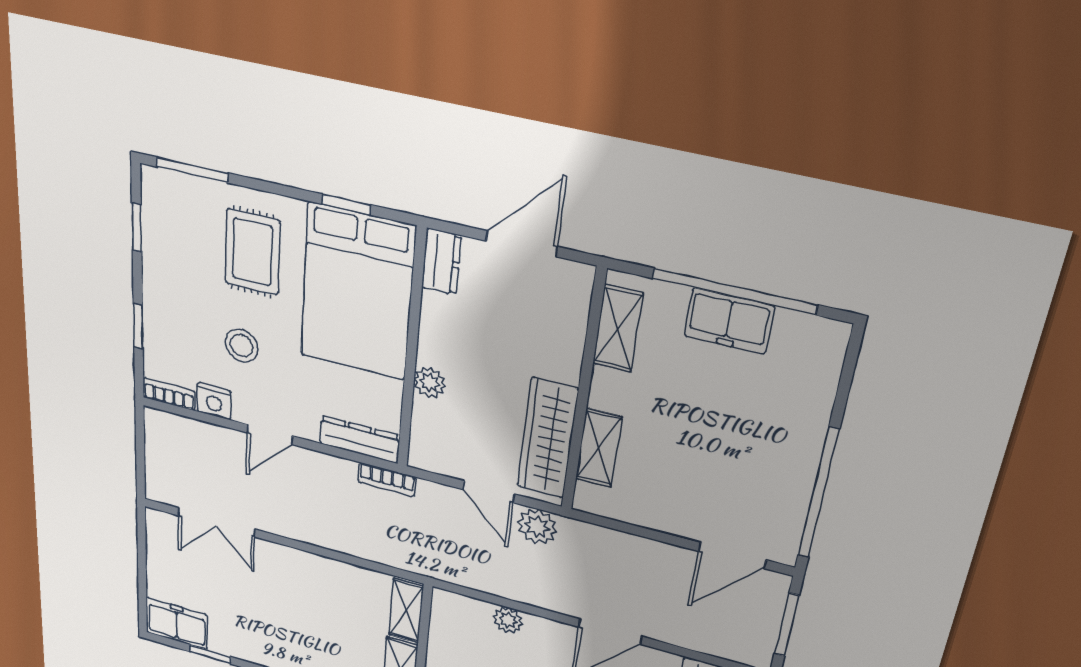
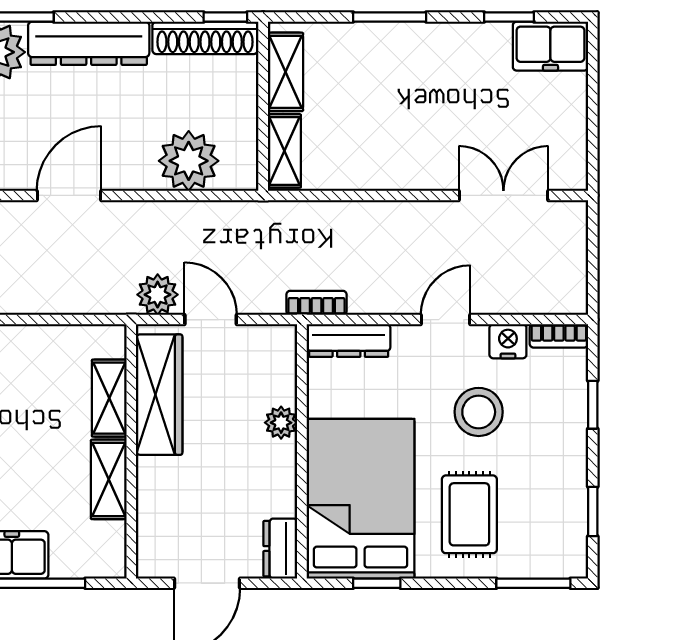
shelving: (618, 328) -> (109, 479), moved
stool: (242, 346) -> (479, 412), width x1.38, depth x1.38
plant: (508, 620) -> (189, 161), width x1.88, depth x1.88

